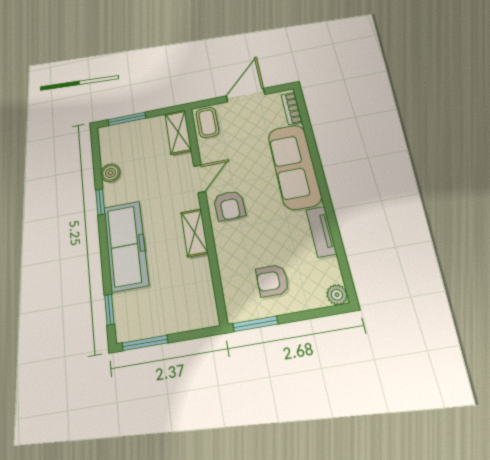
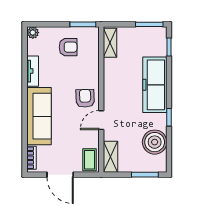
door: (246, 95) -> (60, 175), hinge flipped
boiler: (110, 173) -> (155, 142), width x1.86, depth x1.86
shelving: (195, 233) -> (110, 43), moved

